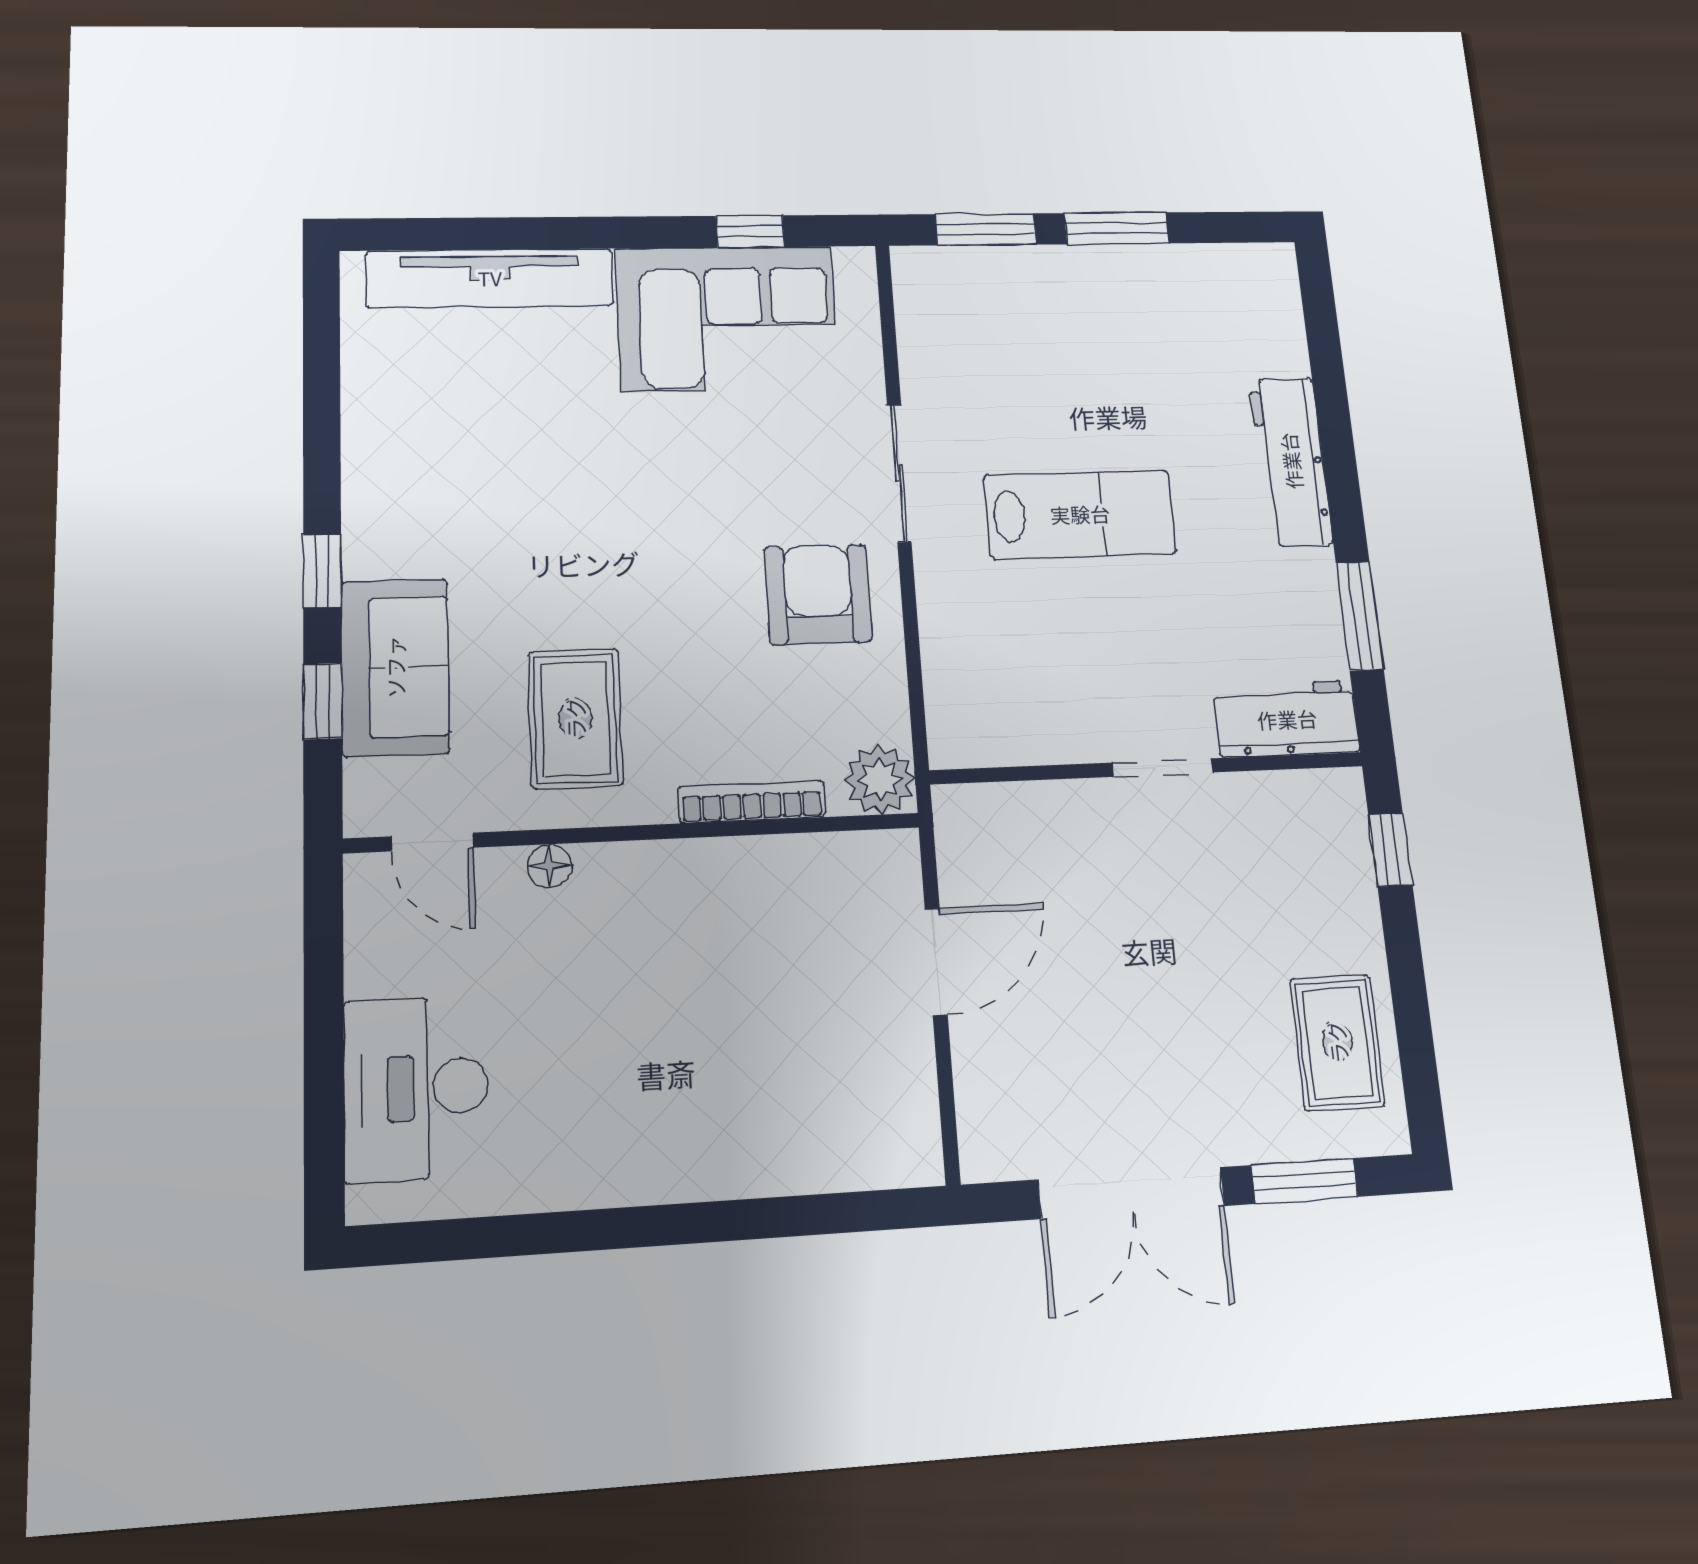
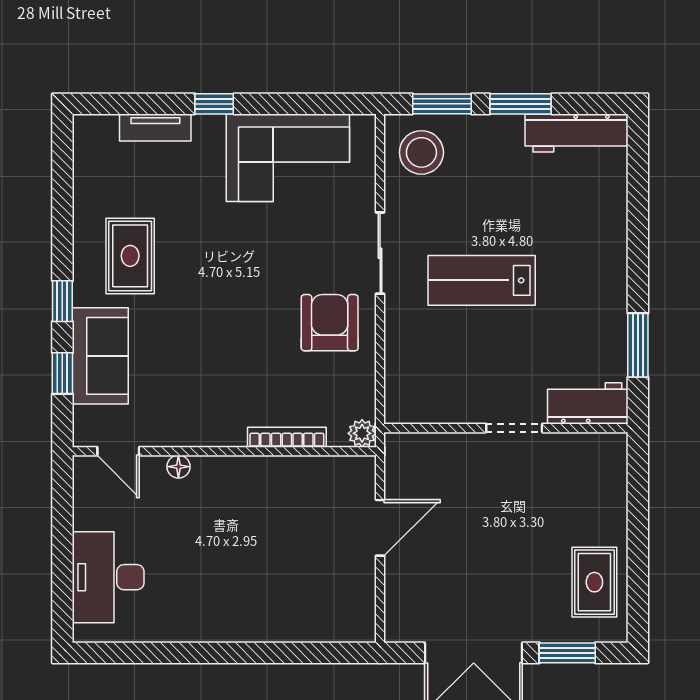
window: (750, 231) -> (214, 104), moved
tv unit: (490, 278) -> (155, 127), width x0.52, depth x0.78
stool: (958, 307) -> (421, 152), added
workbench: (1291, 461) -> (576, 133), moved, turned -90
lab bench: (1080, 514) -> (482, 280), turned 180
rug: (575, 718) -> (130, 256), moved
plant: (880, 779) -> (362, 433), width x0.73, depth x0.73
window: (1390, 850) -> (638, 480), removed

